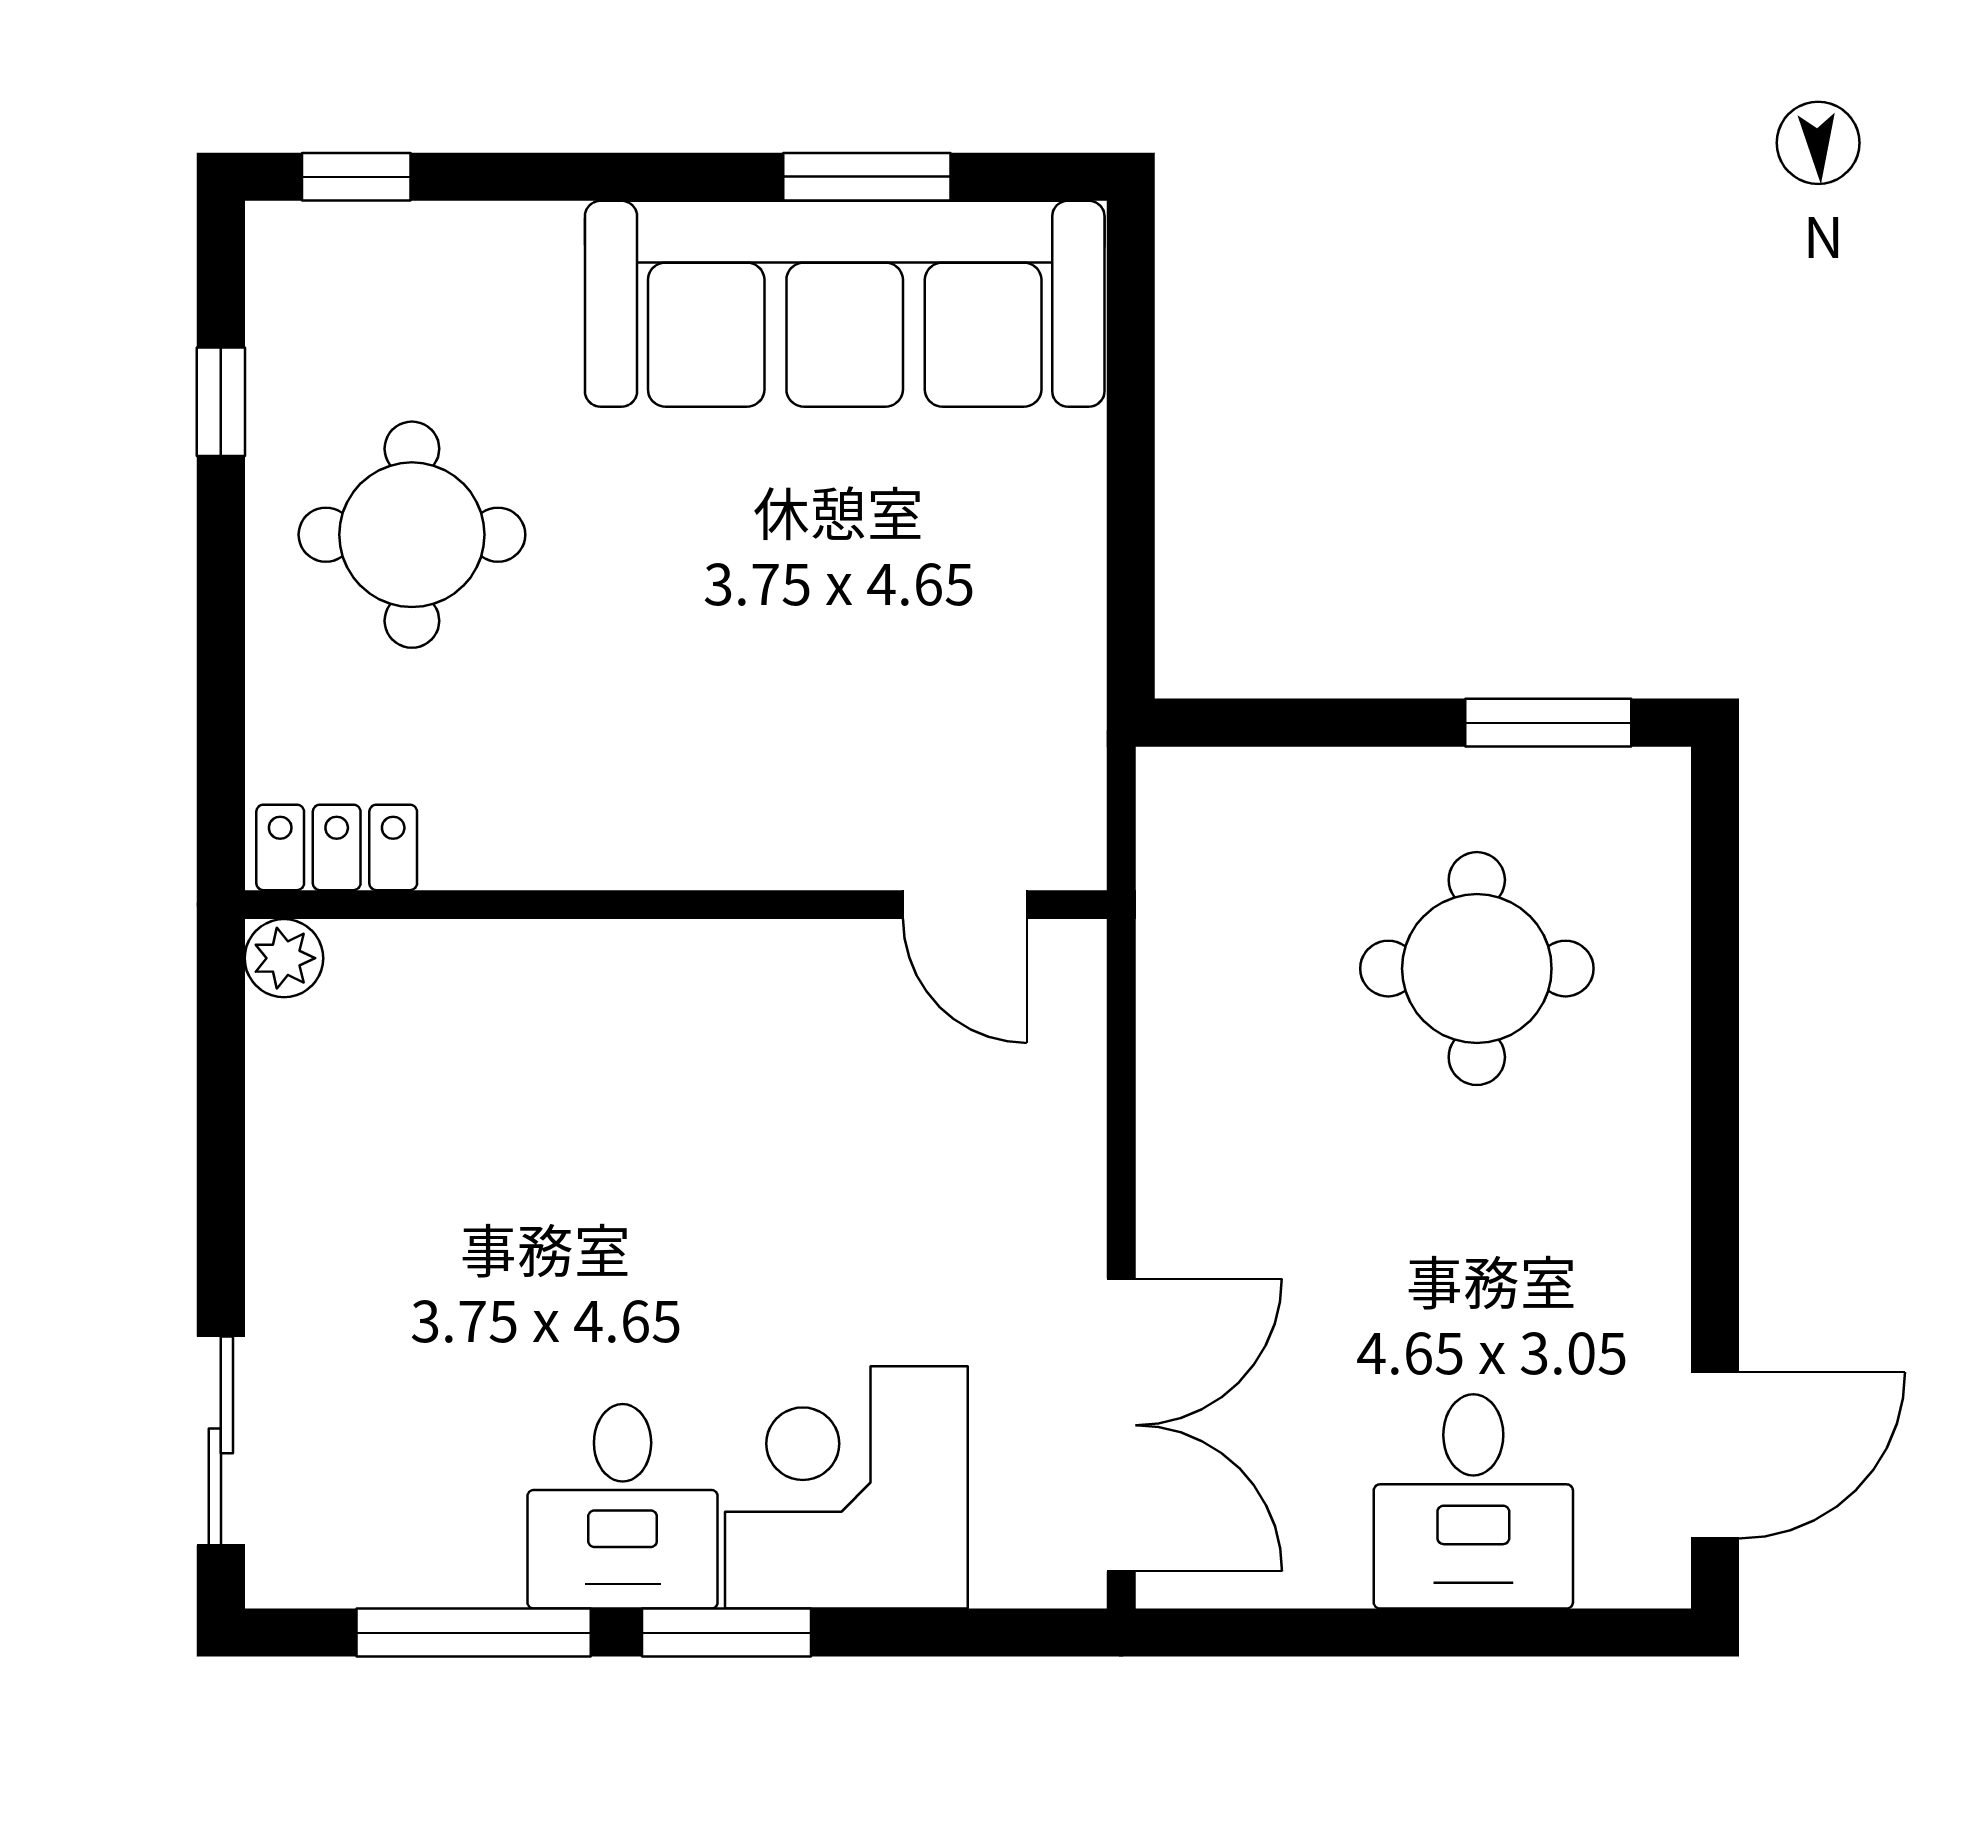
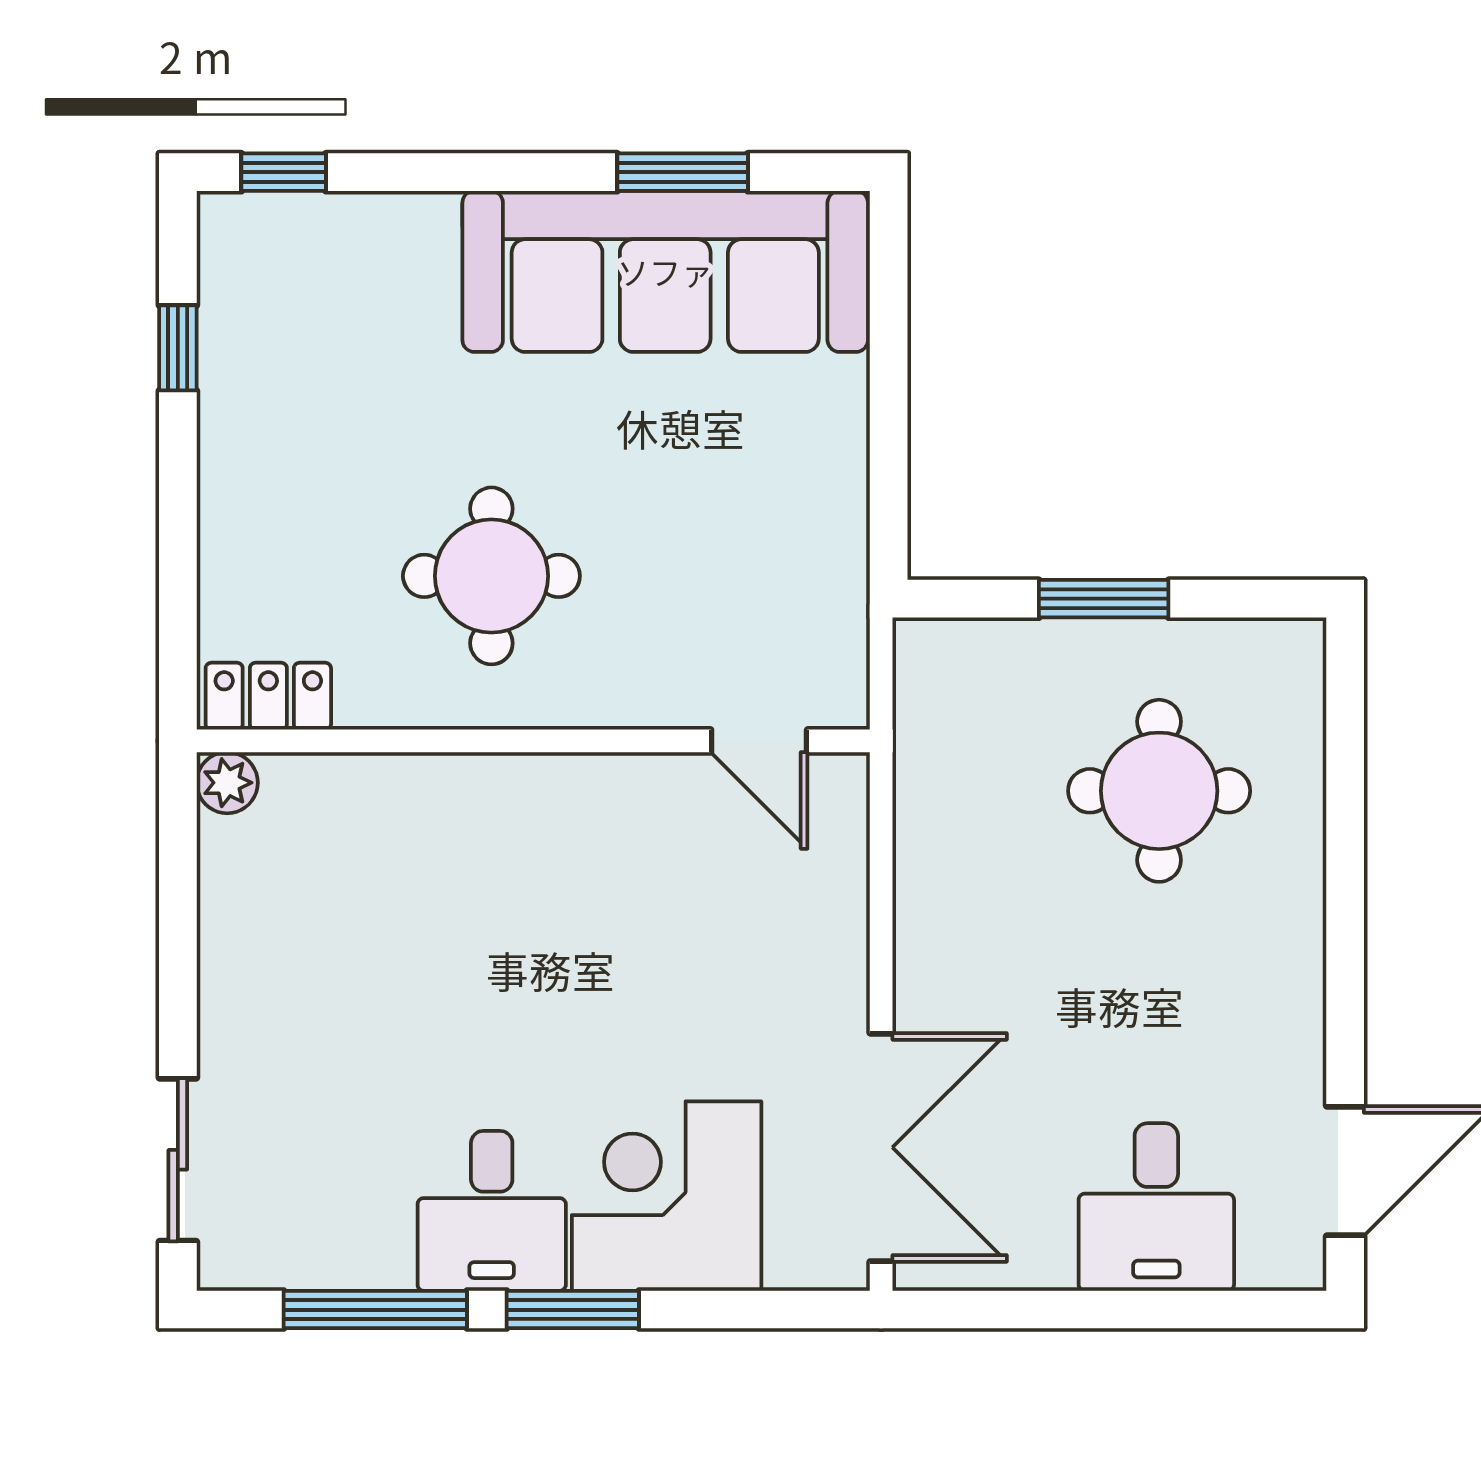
round table: (412, 535) -> (491, 576), moved
window: (1548, 723) -> (1104, 599), moved

